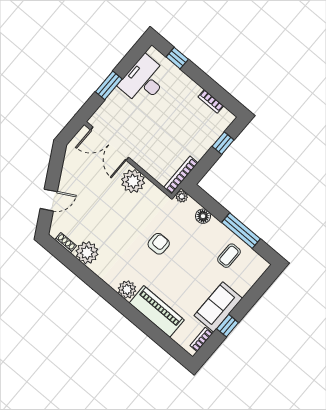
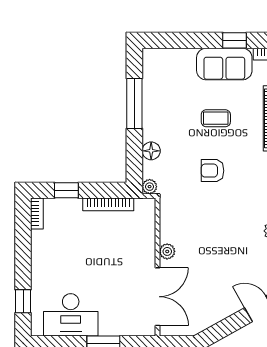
bookcase: (211, 101) -> (37, 214), moved
bookcase: (181, 175) -> (108, 204), moved
plant: (133, 181) -> (167, 251), width x0.53, depth x0.53
coffee table: (229, 256) -> (216, 118), moved

